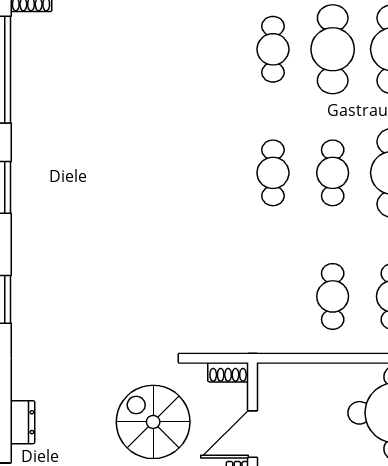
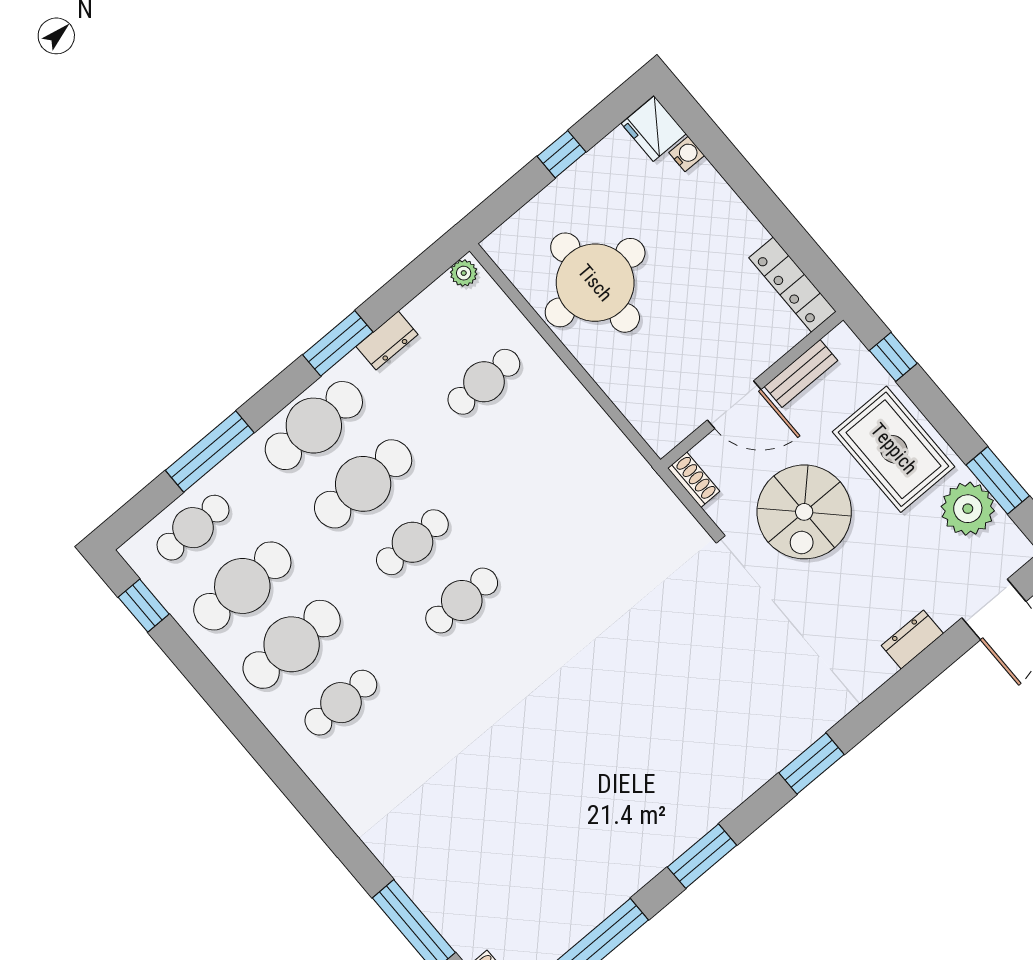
cafe table: (333, 296) -> (533, 440), removed

